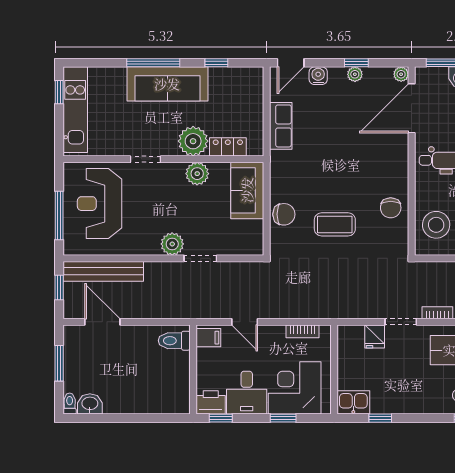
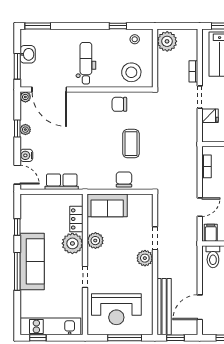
chair: (391, 208) -> (119, 104), turned 180

